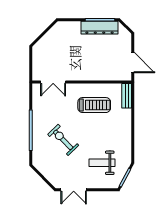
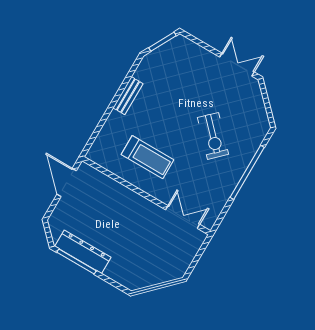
bench: (127, 96) -> (128, 96), moved
treadmill: (94, 105) -> (148, 157), turned 180
weight bench: (102, 163) -> (181, 78), removed

